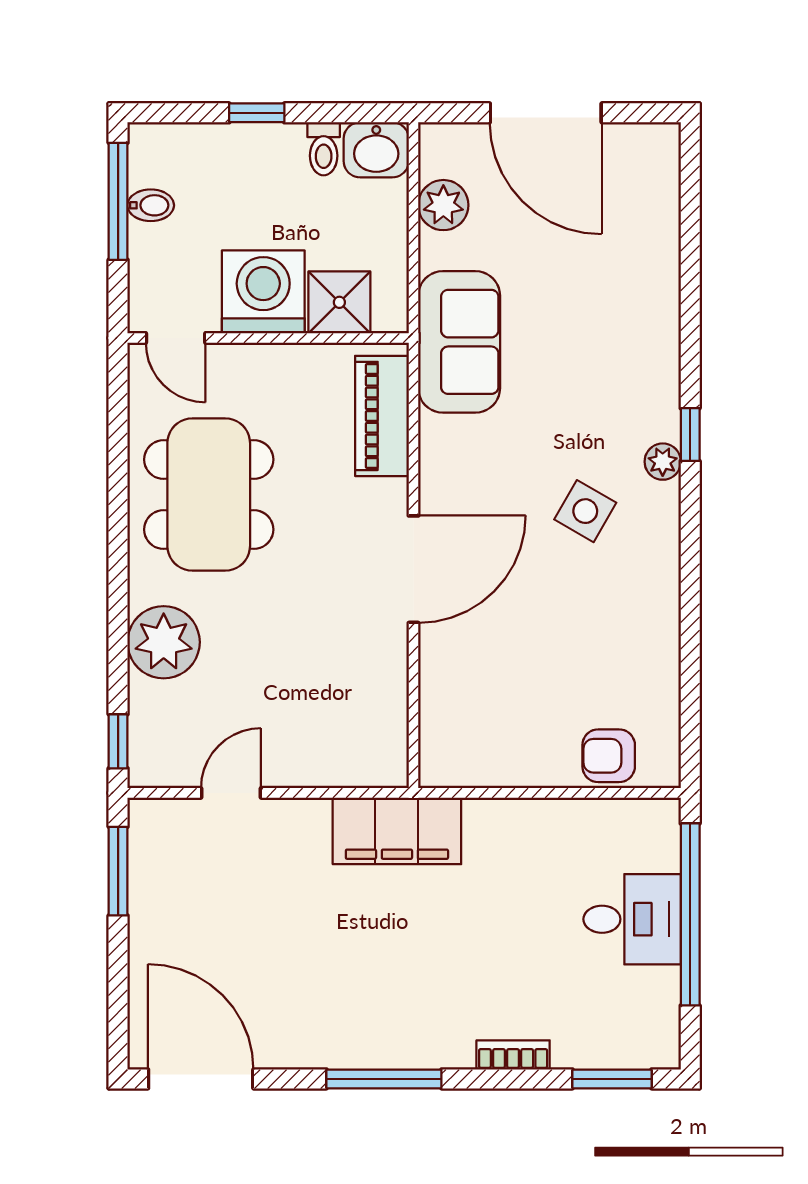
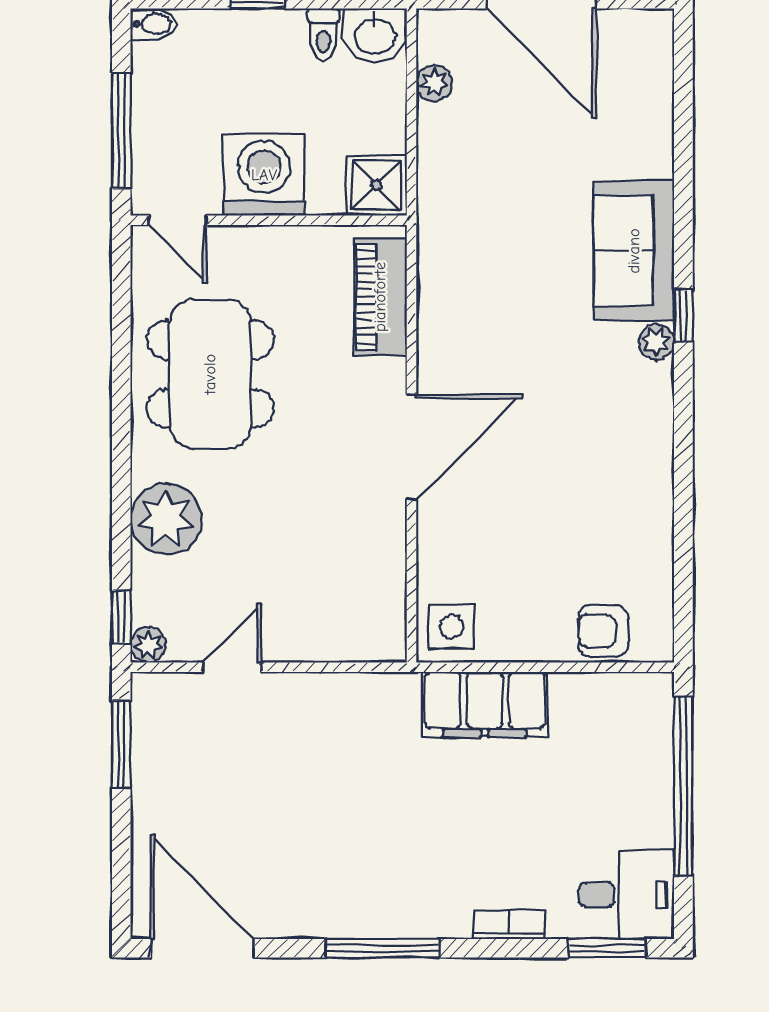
window: (118, 201) -> (121, 131), moved
bidet: (151, 205) -> (153, 24), moved
plant: (443, 205) -> (434, 83), width x0.73, depth x0.73
shower: (339, 302) -> (376, 185), moved
sofa: (459, 342) -> (634, 251), moved, turned 180
side table: (585, 511) -> (451, 626), moved, turned -30
plant: (145, 770) -> (148, 645), added
filing cabinet: (397, 831) -> (485, 705), moved
desk: (632, 919) -> (626, 895), moved

